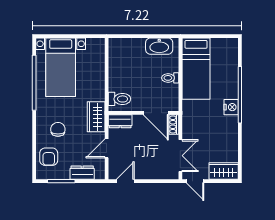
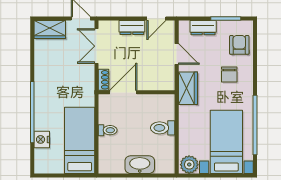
plant: (95, 46) -> (189, 165), added
washbasin: (159, 46) -> (140, 165), moved
toilet: (119, 99) -> (163, 128), moved
nightstand: (231, 107) -> (42, 139), moved
door: (156, 113) -> (123, 92), hinge flipped
dresser: (120, 121) -> (132, 28), moved, turned 180
door: (107, 148) -> (177, 54), hinge flipped

